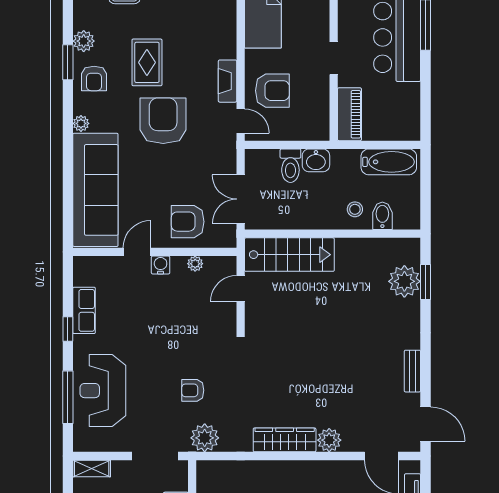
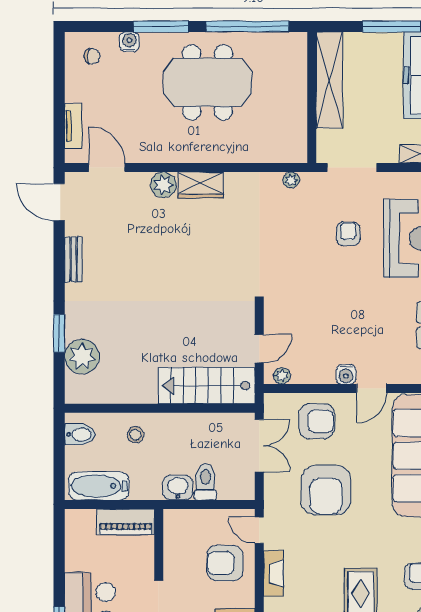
piano: (349, 114) -> (126, 522), moved, turned -90
armchair: (163, 121) -> (326, 490), moved
bidet: (382, 216) -> (80, 435), moved, turned -90
plant: (195, 264) -> (282, 376), moved
window: (425, 282) -> (59, 333), moved
armchair: (193, 390) -> (348, 234), moved, turned -90
plant: (205, 438) -> (291, 180), width x0.53, depth x0.53
wardrobe: (285, 440) -> (200, 185), width x0.67

